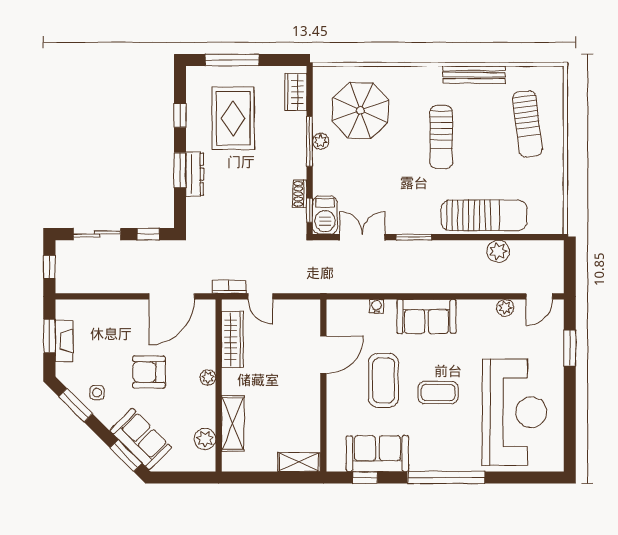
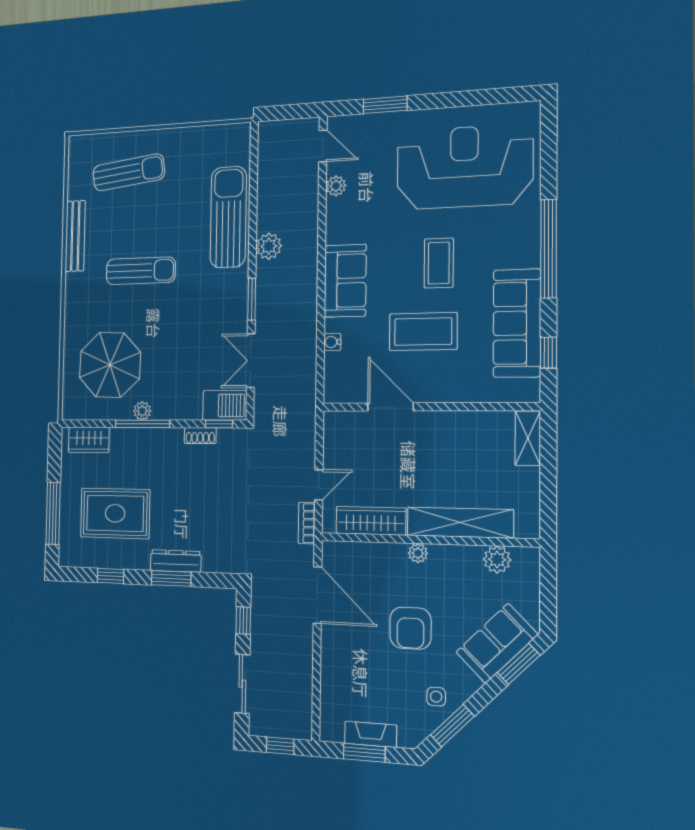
plant: (498, 251) -> (269, 246), moved
shelving: (233, 423) -> (460, 523), width x1.47
sofa: (377, 454) -> (517, 323), width x1.36

